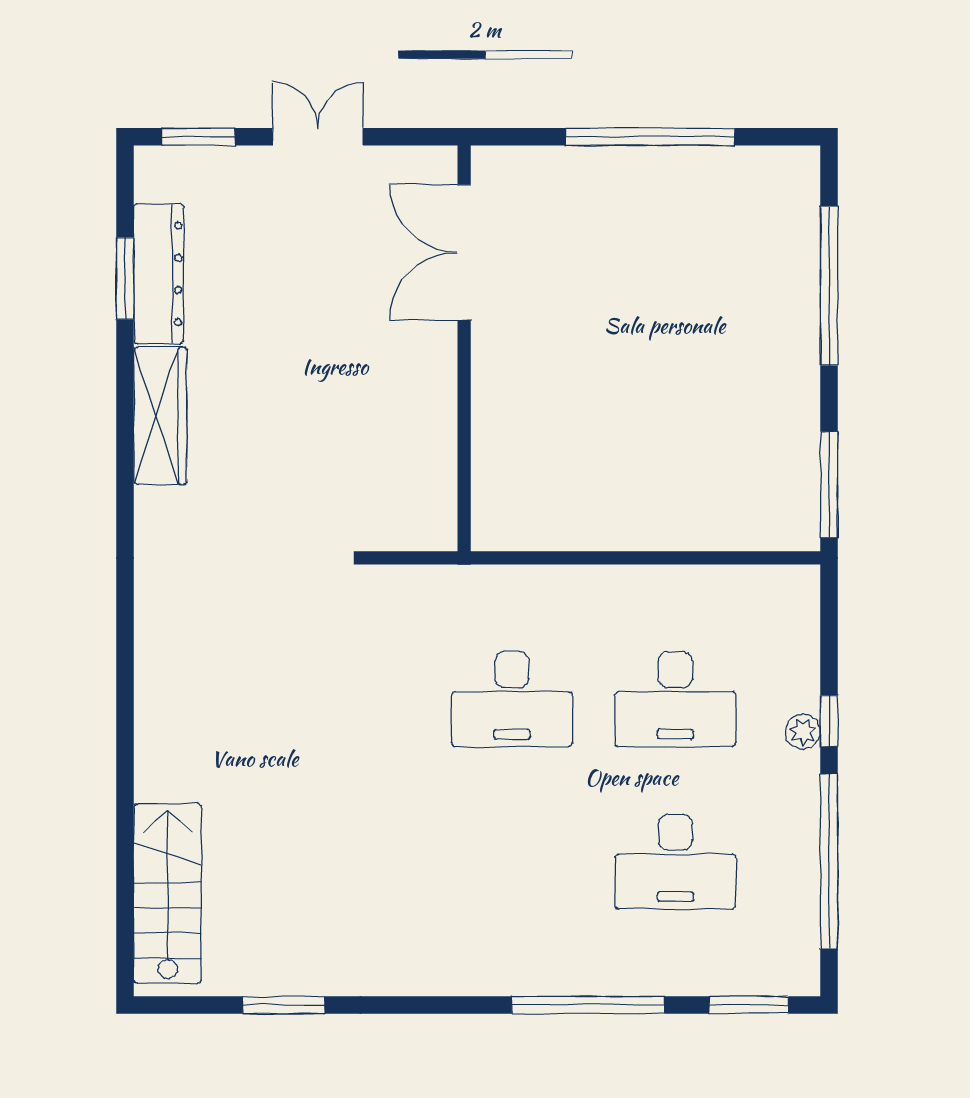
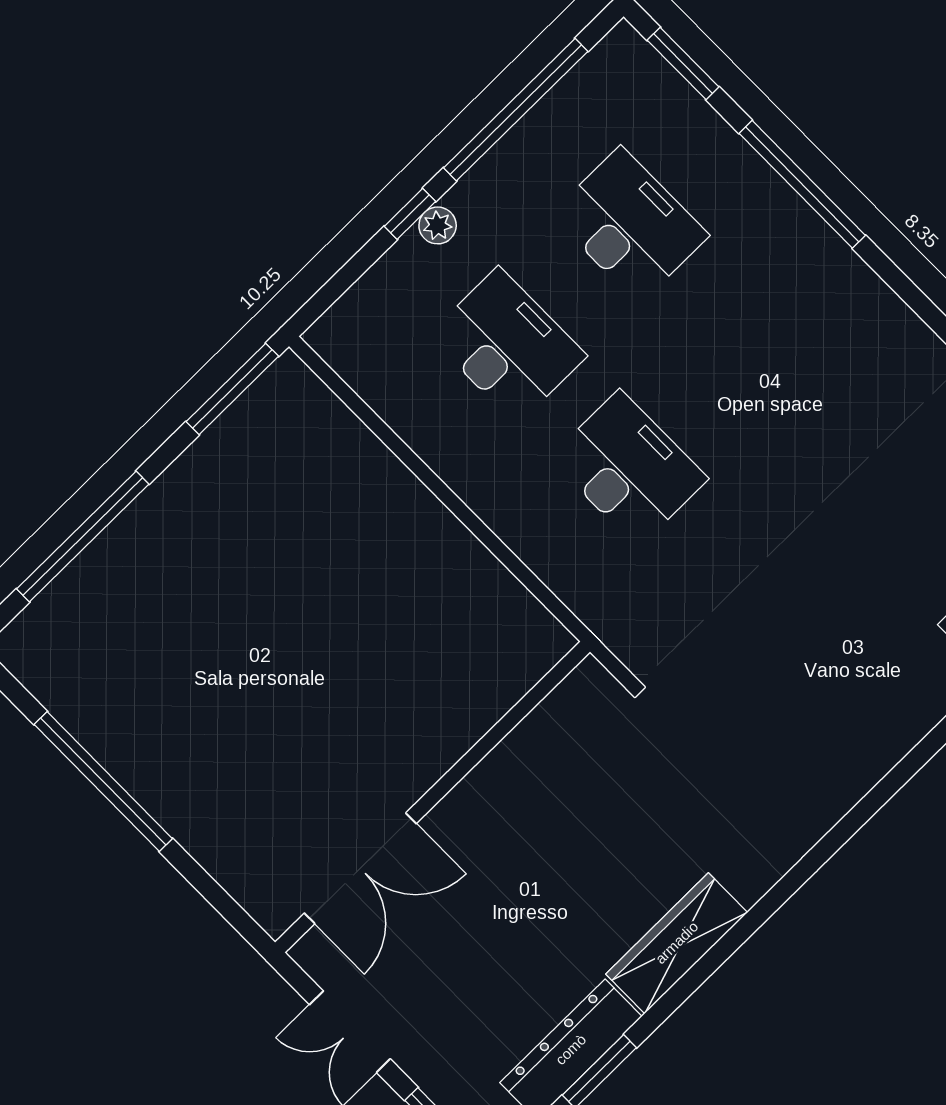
double door: (464, 252) -> (360, 868), moved
wall: (464, 348) -> (433, 797), moved

